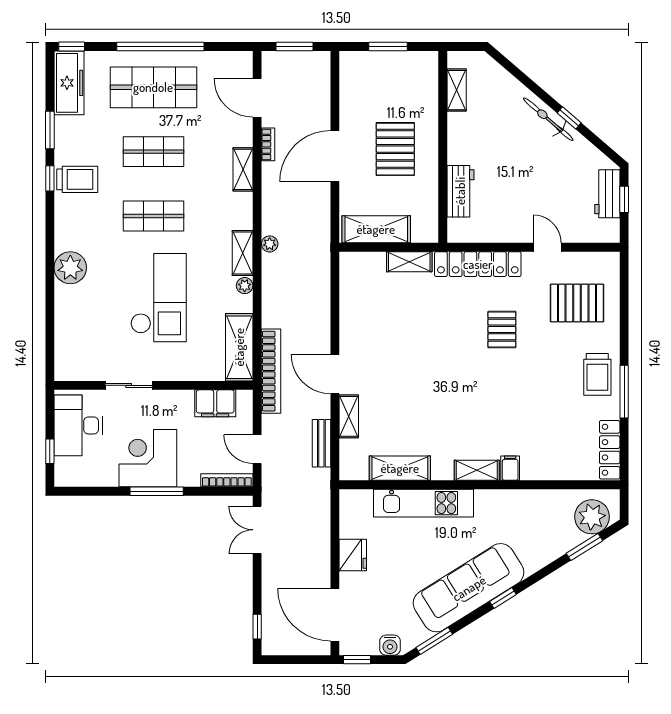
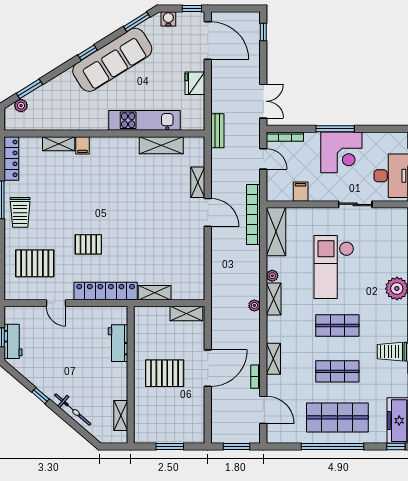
bicycle: (548, 119) -> (73, 409), moved
pallet: (395, 149) -> (165, 373), turned 90
shelving: (376, 229) -> (186, 313), width x0.67, depth x0.75
pallet: (502, 329) -> (88, 244), turned 90
trolley: (597, 374) -> (20, 212), turned 180
filing cabinet: (215, 403) -> (301, 192), width x0.50
bench: (321, 443) -> (217, 131), moved
shelving: (477, 470) -> (59, 144), moved
plant: (592, 517) -> (21, 106), width x0.53, depth x0.53

